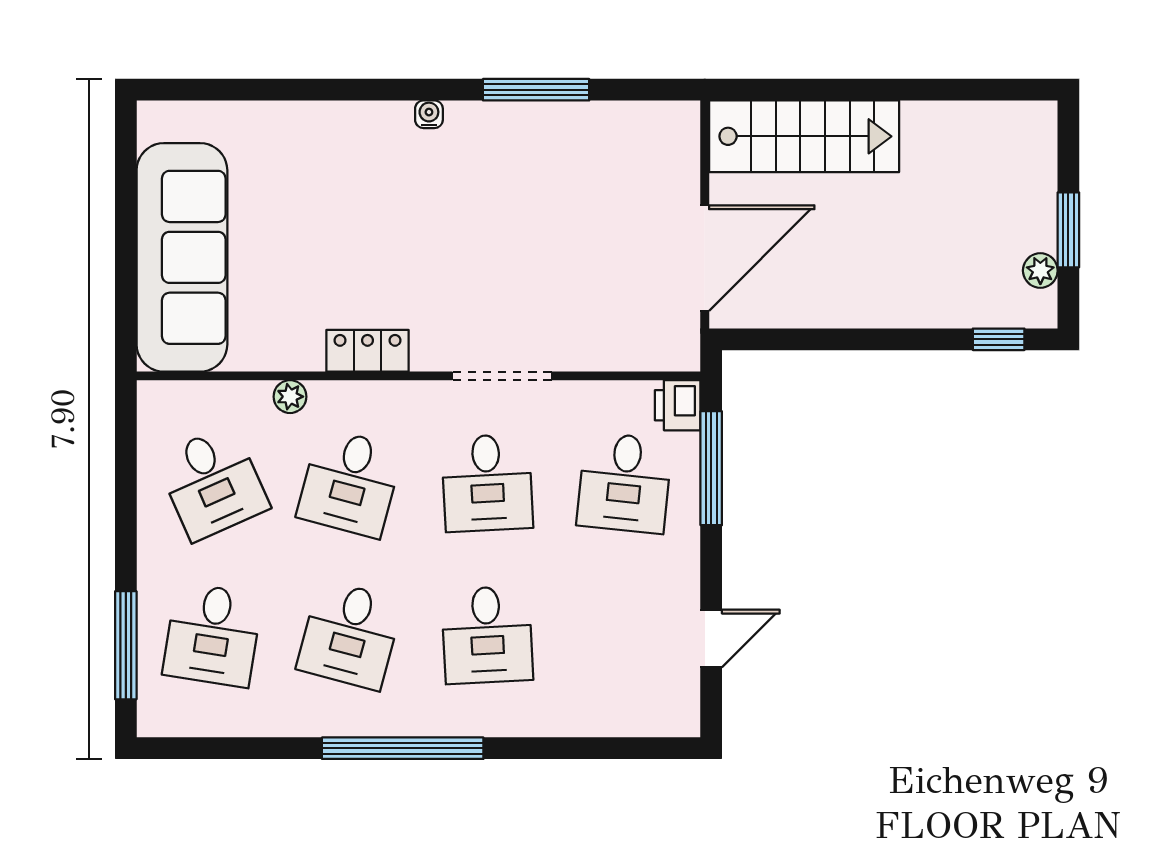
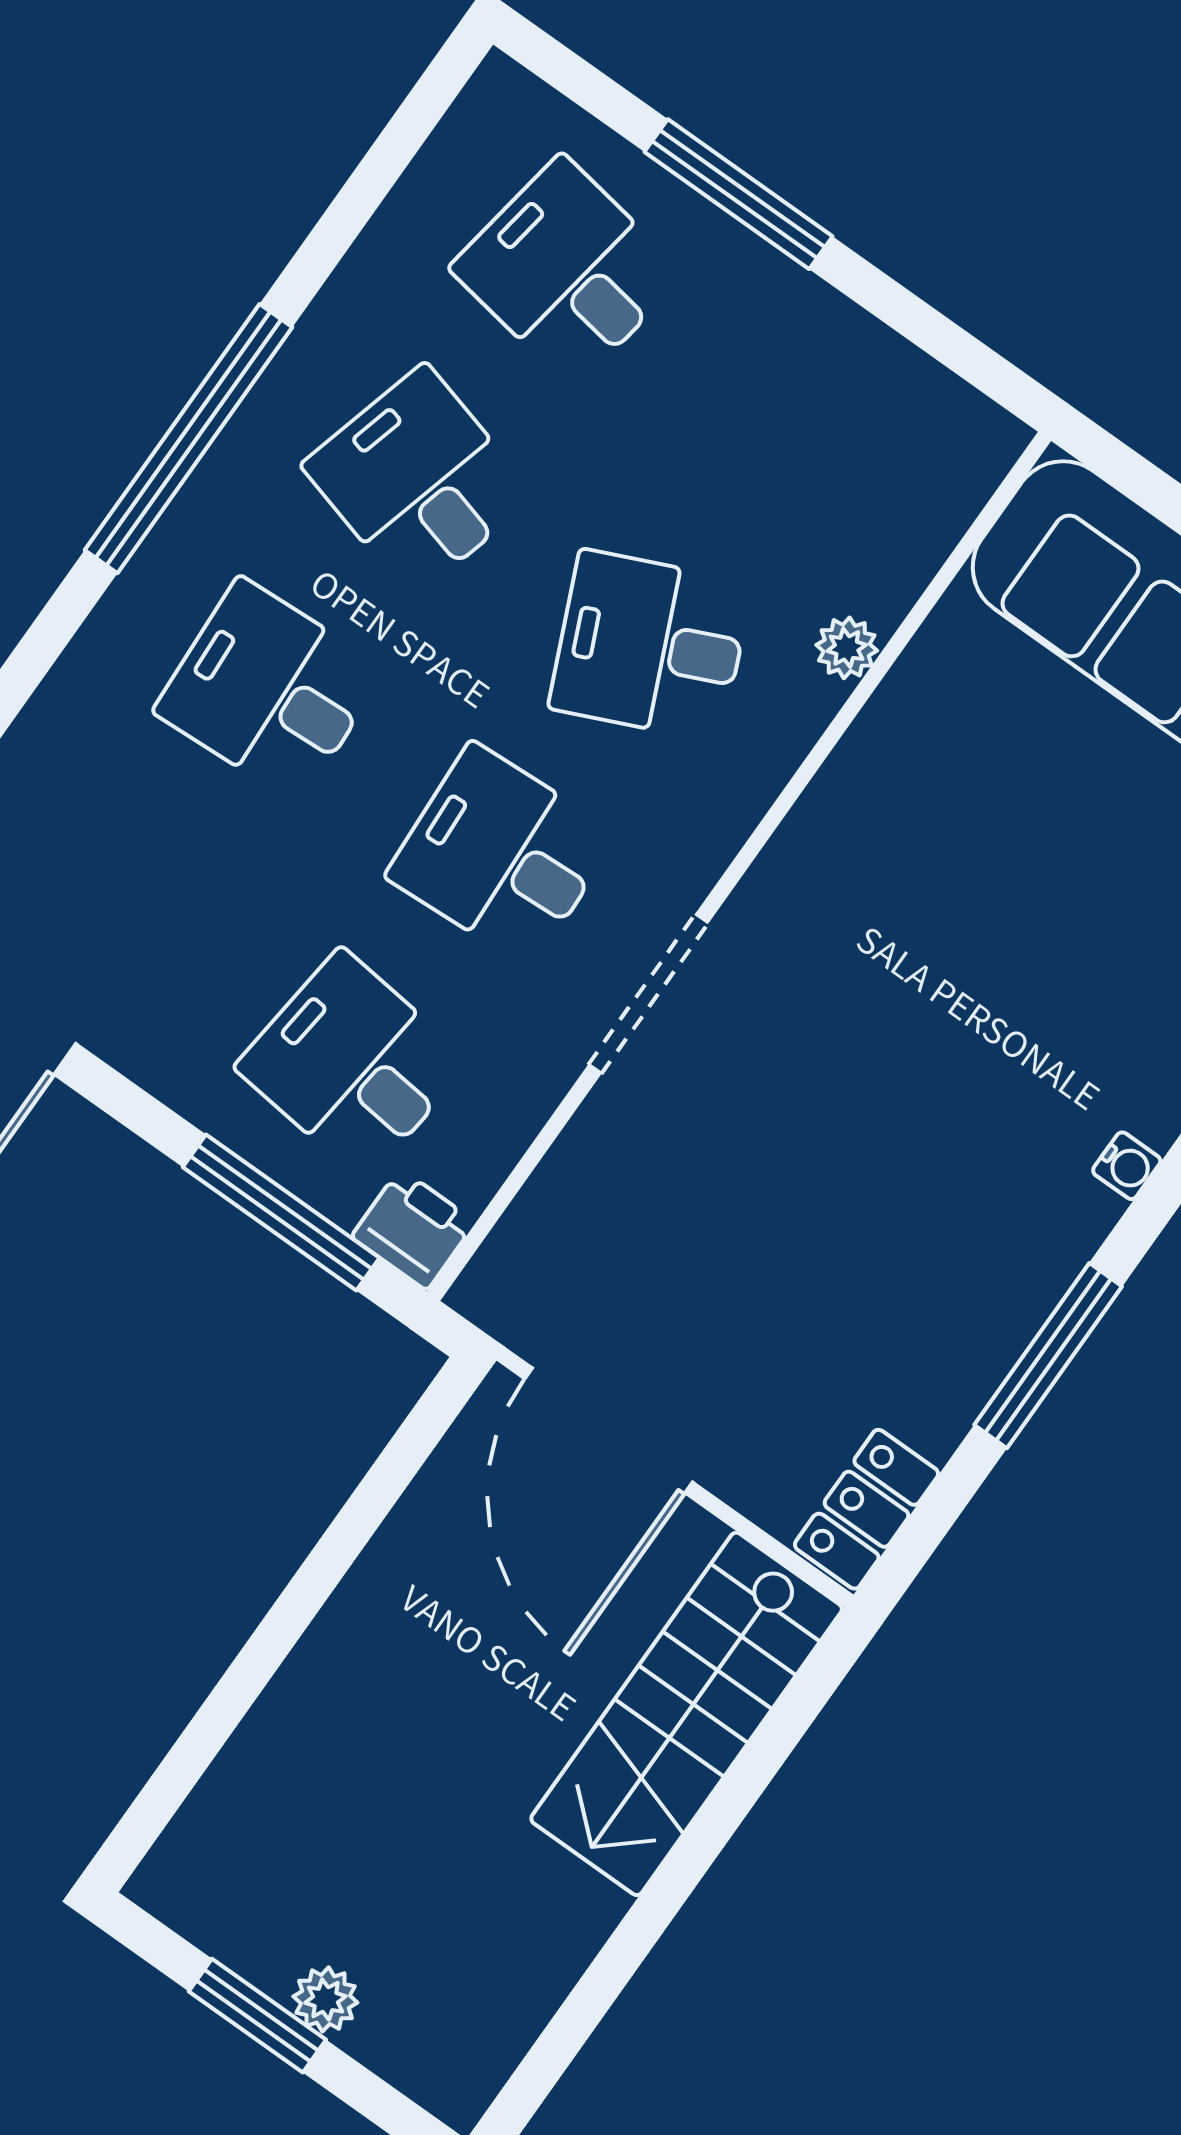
plant: (1040, 271) -> (325, 1999), moved
window: (999, 339) -> (166, 1791), removed
locker: (367, 351) -> (867, 1509), moved, turned 180
desk: (212, 483) -> (799, 436), removed
desk: (350, 483) -> (650, 646), turned -39
window: (126, 645) -> (739, 194), moved

